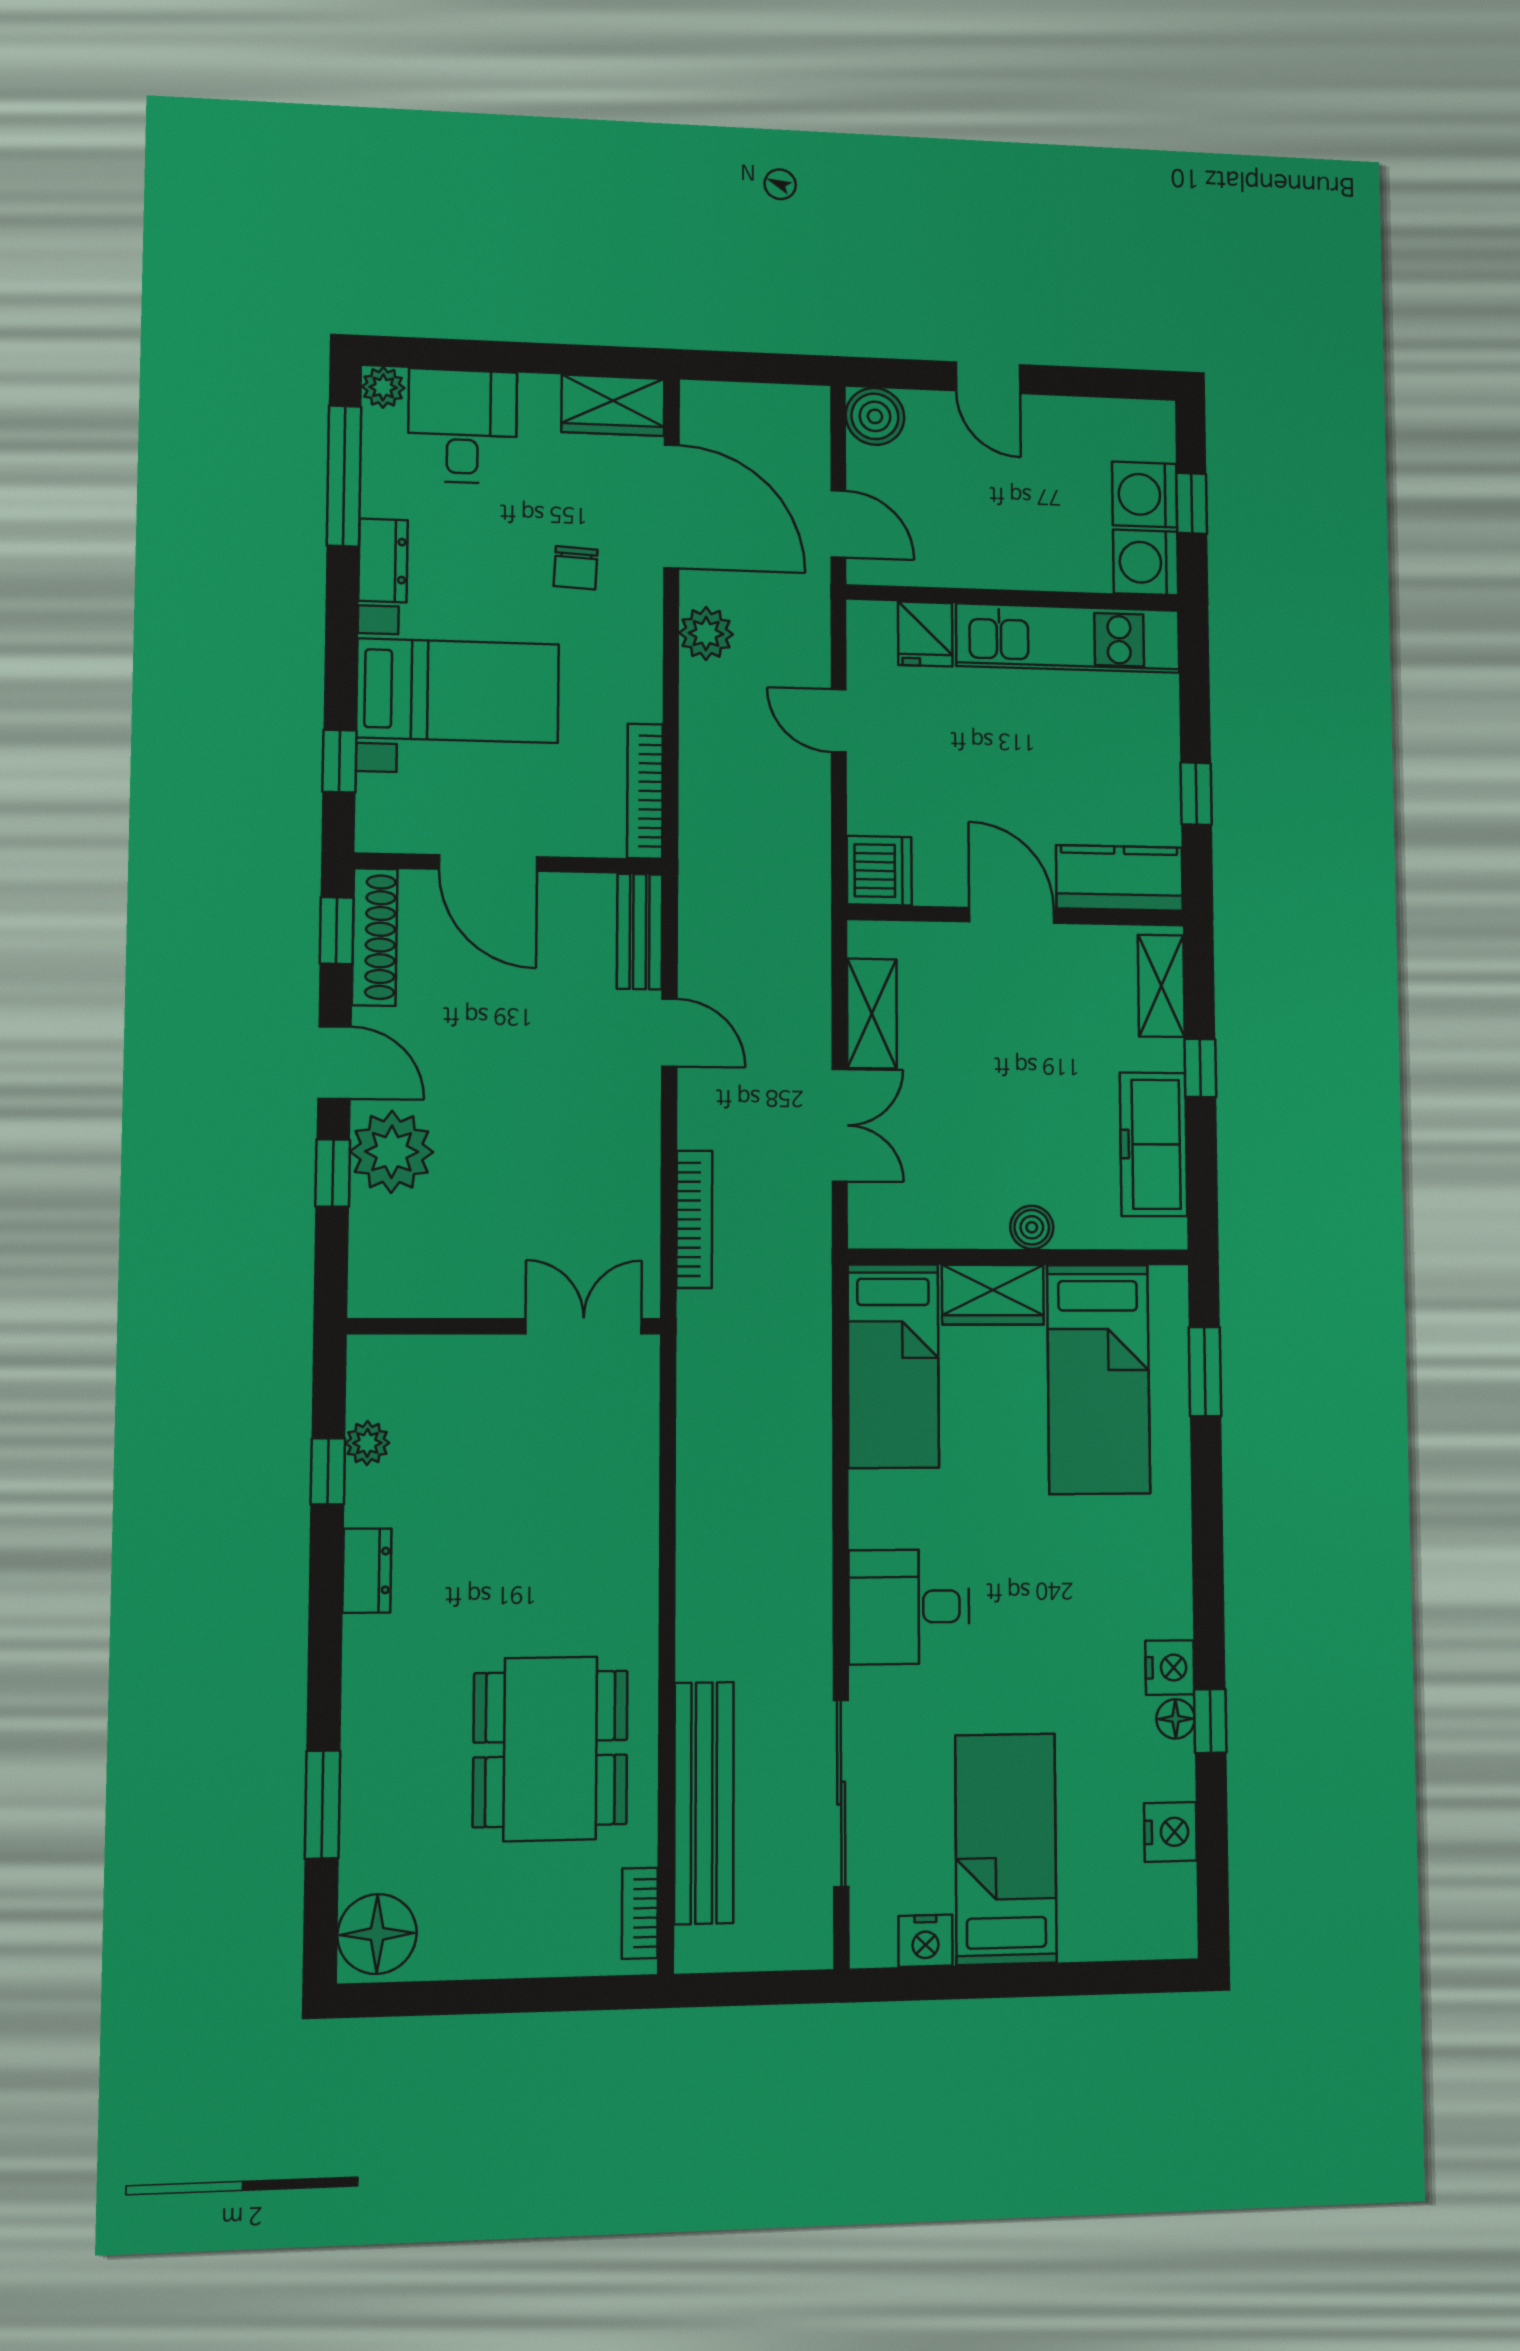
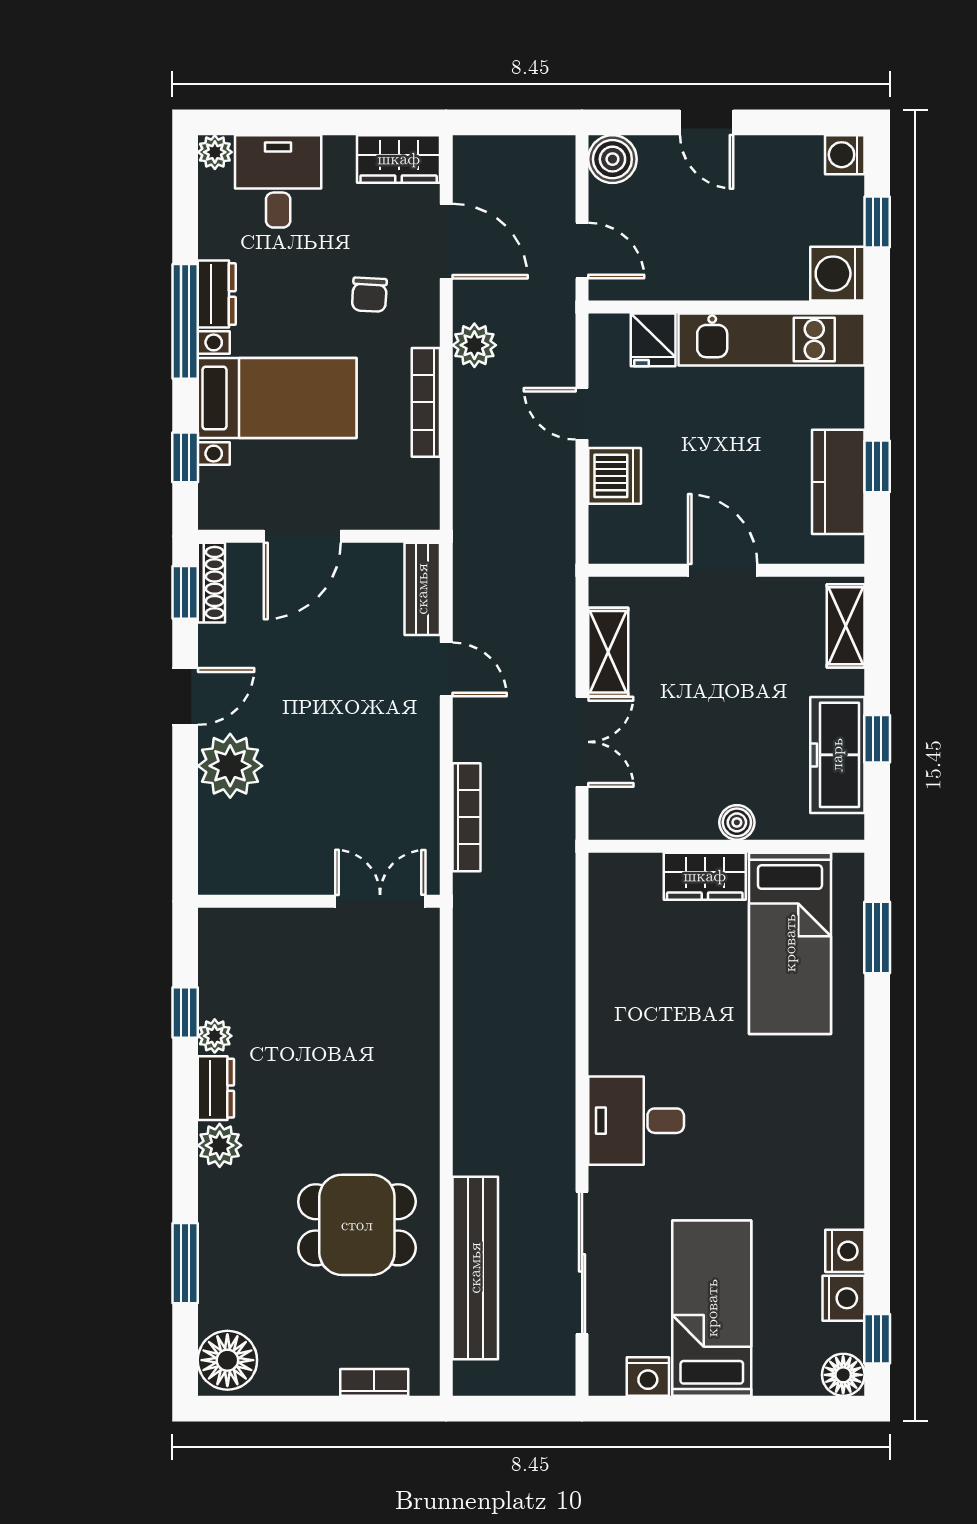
window: (344, 476) -> (185, 321), moved
washing machine: (1145, 495) -> (845, 155), moved, width x0.73, depth x0.73
door: (672, 506) -> (446, 241), width x0.73
bookcase: (645, 791) -> (426, 402), moved
door: (488, 863) -> (302, 536), hinge flipped
dishwasher: (879, 871) -> (615, 476), moved
kitchen counter: (1119, 878) -> (838, 482), moved, turned -90
shoe rack: (375, 937) -> (211, 583), width x0.74, depth x0.81
door: (334, 1063) -> (185, 696), hinge flipped
window: (1200, 1068) -> (877, 739), moved
window: (333, 1173) -> (185, 783), removed
bed: (893, 1366) -> (624, 933), removed
plant: (367, 1443) -> (215, 1036), moved
plant: (371, 1646) -> (220, 1145), added
nightstand: (1170, 1668) -> (845, 1251), moved
floor lamp: (1176, 1719) -> (843, 1375), moved, width x1.37, depth x1.37
window: (1210, 1721) -> (877, 1339), moved
dining table: (550, 1749) -> (357, 1225), width x0.73
bookcase: (640, 1913) -> (374, 1382), moved, turned 90

